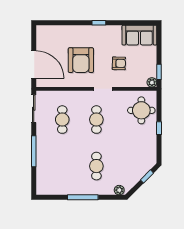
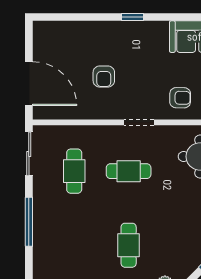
armchair: (81, 60) -> (104, 76), width x0.53, depth x0.53
armchair: (119, 63) -> (180, 98), moved
cafe table: (96, 120) -> (129, 171), turned 90

